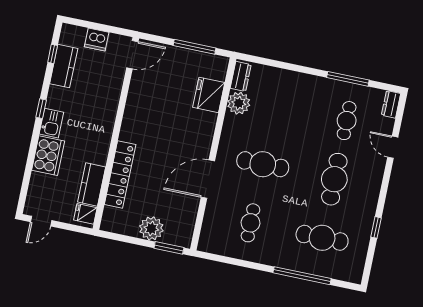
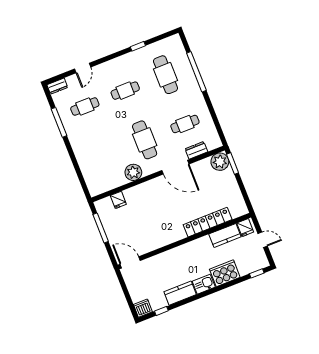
dishwasher: (97, 40) -> (143, 308), moved, turned -90
kitchen counter: (64, 66) -> (180, 293), moved
dresser: (241, 76) -> (196, 150), moved
fridge: (209, 95) -> (118, 200), width x0.53, depth x0.75
plant: (239, 103) -> (133, 172), moved
window: (41, 109) -> (257, 273), moved
cafe table: (334, 179) -> (125, 91), width x0.73, depth x0.74
door: (41, 221) -> (263, 240), moved
plant: (151, 228) -> (220, 162), moved

